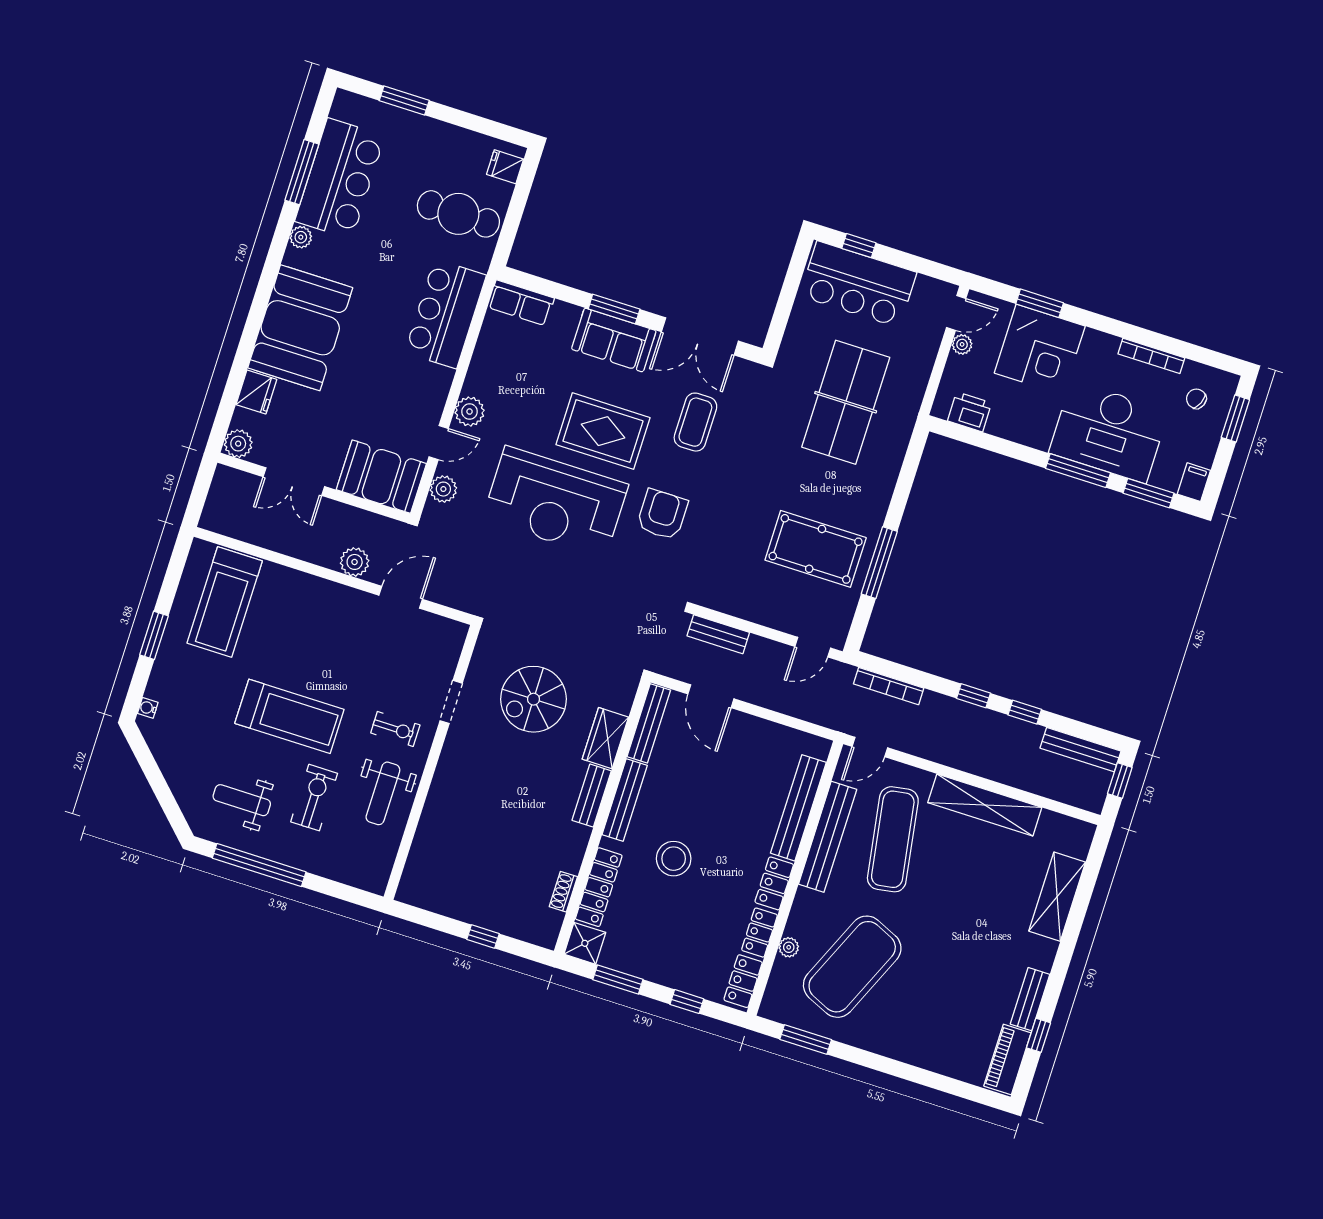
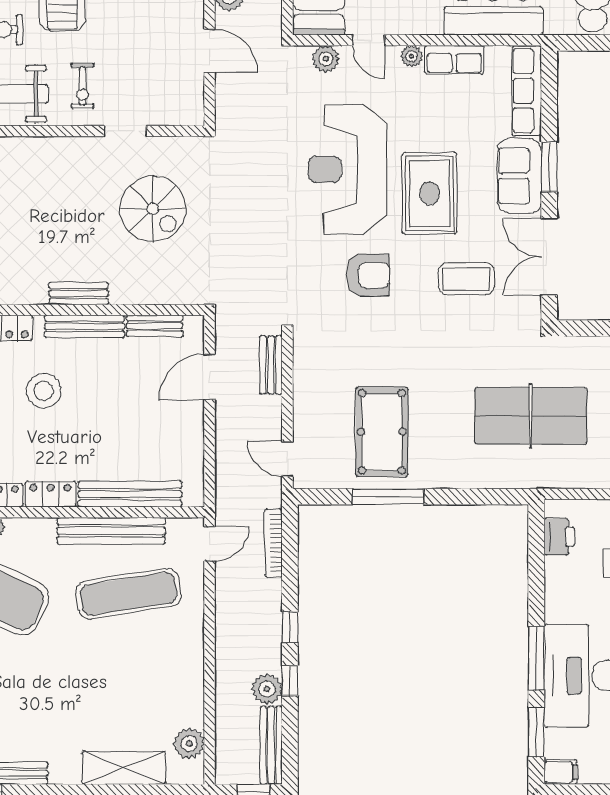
row of seats: (521, 303) -> (527, 91), width x1.48
row of seats: (483, 367) -> (454, 60), added
plant: (470, 412) -> (412, 56), width x0.73, depth x0.73
spiral stairs: (534, 699) -> (153, 209), turned 180
bench: (649, 723) -> (155, 326), width x0.73
plant: (1026, 737) -> (267, 689), added
wardrobe: (605, 738) -> (138, 289), removed
door: (870, 747) -> (210, 544), swing flipped
shelving: (985, 805) -> (189, 671), removed
plant: (1054, 827) -> (189, 744), added

